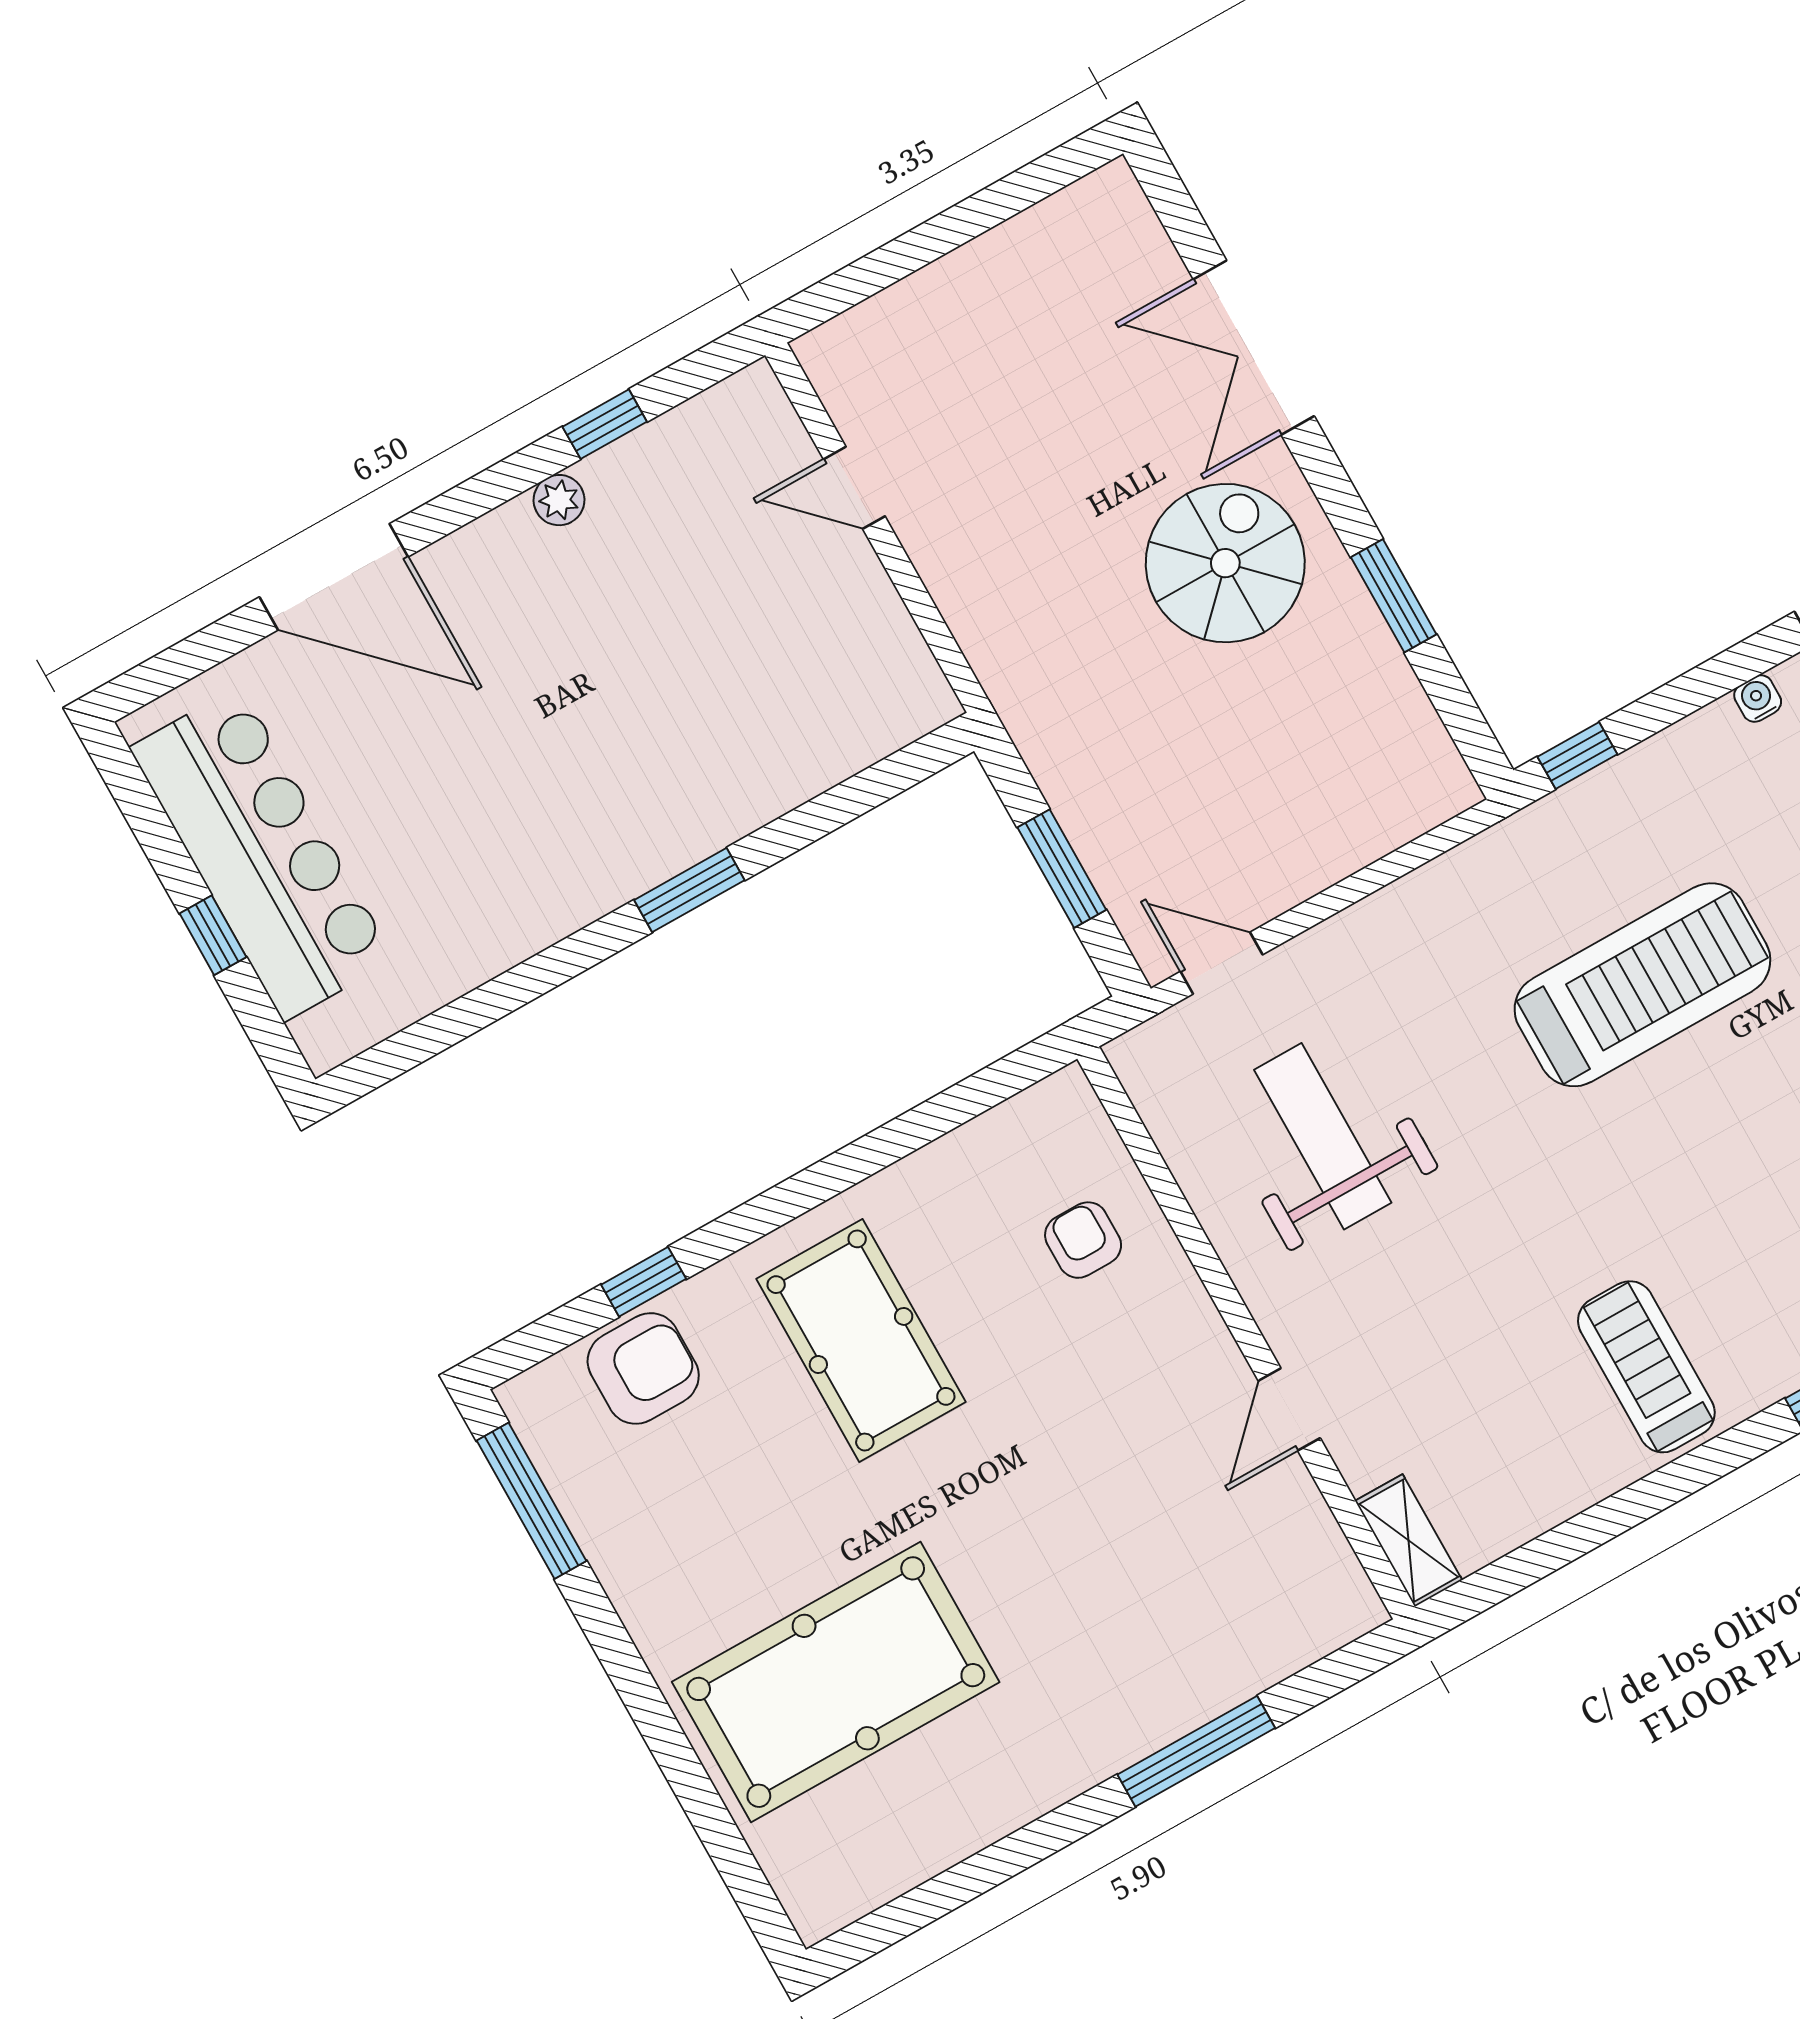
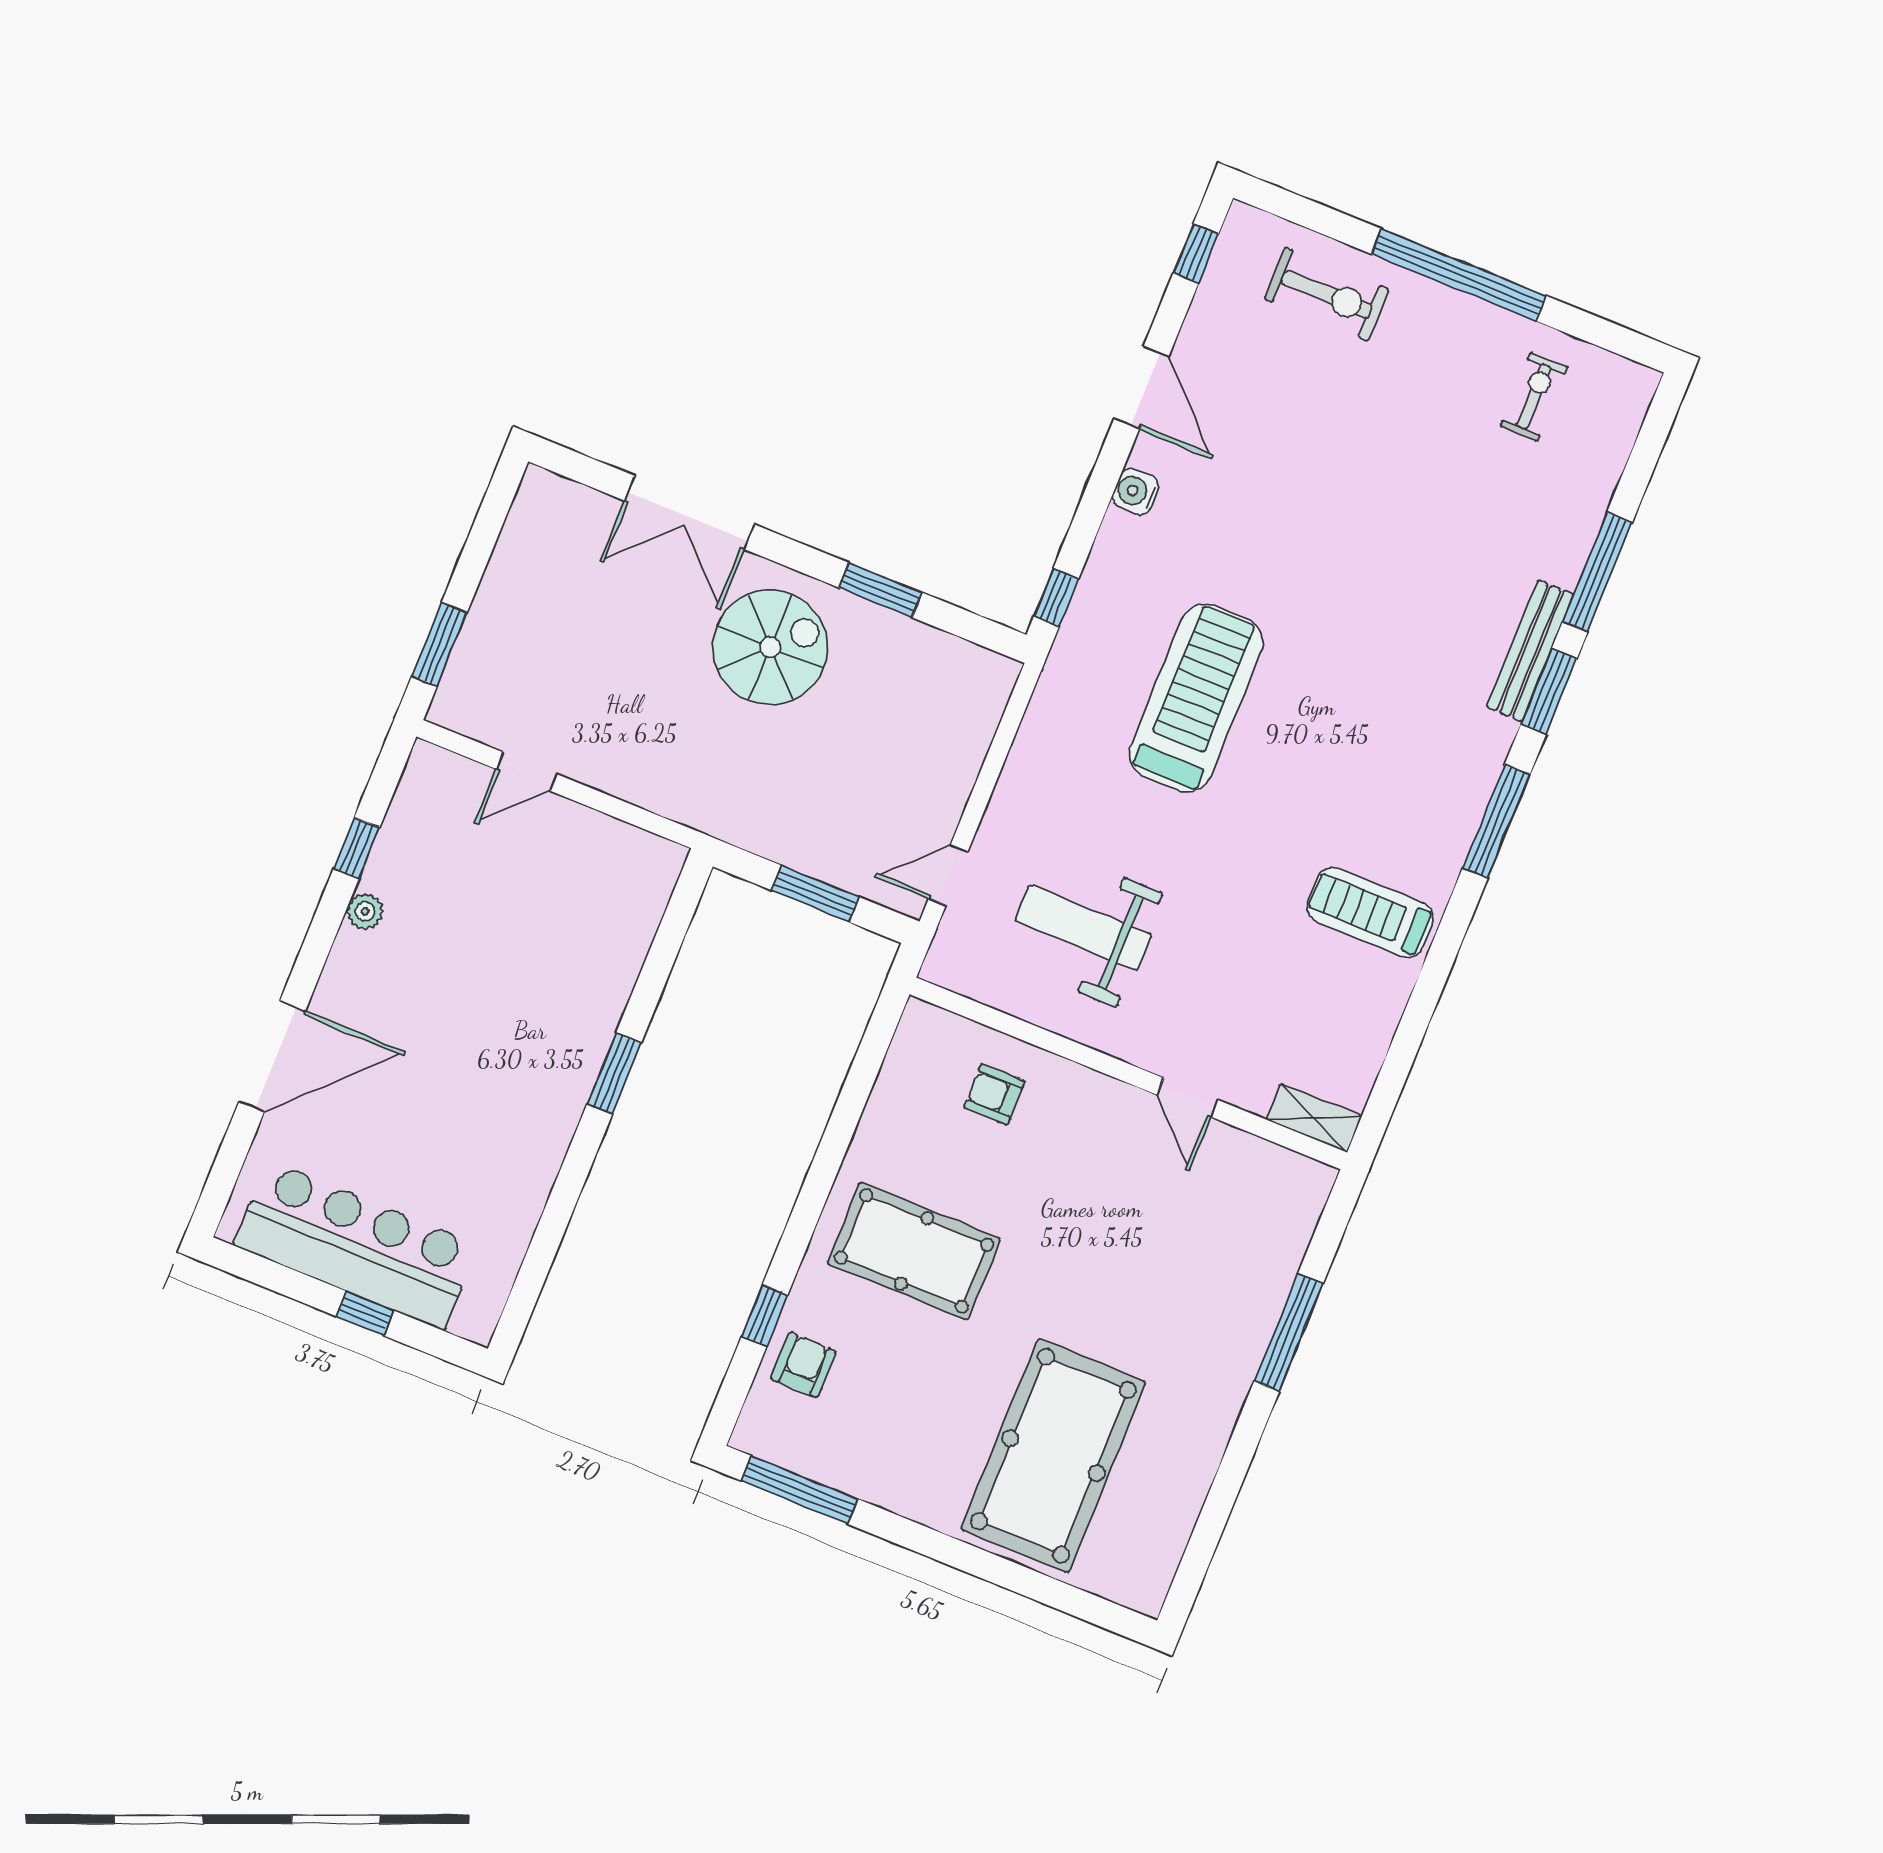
window: (869, 275) -> (439, 644), added
spiral stairs: (1225, 563) -> (770, 647), turned 90
water cooler: (1758, 699) -> (1136, 492), width x1.38, depth x1.38
armchair: (643, 1368) -> (803, 1365), width x0.72, depth x0.72

